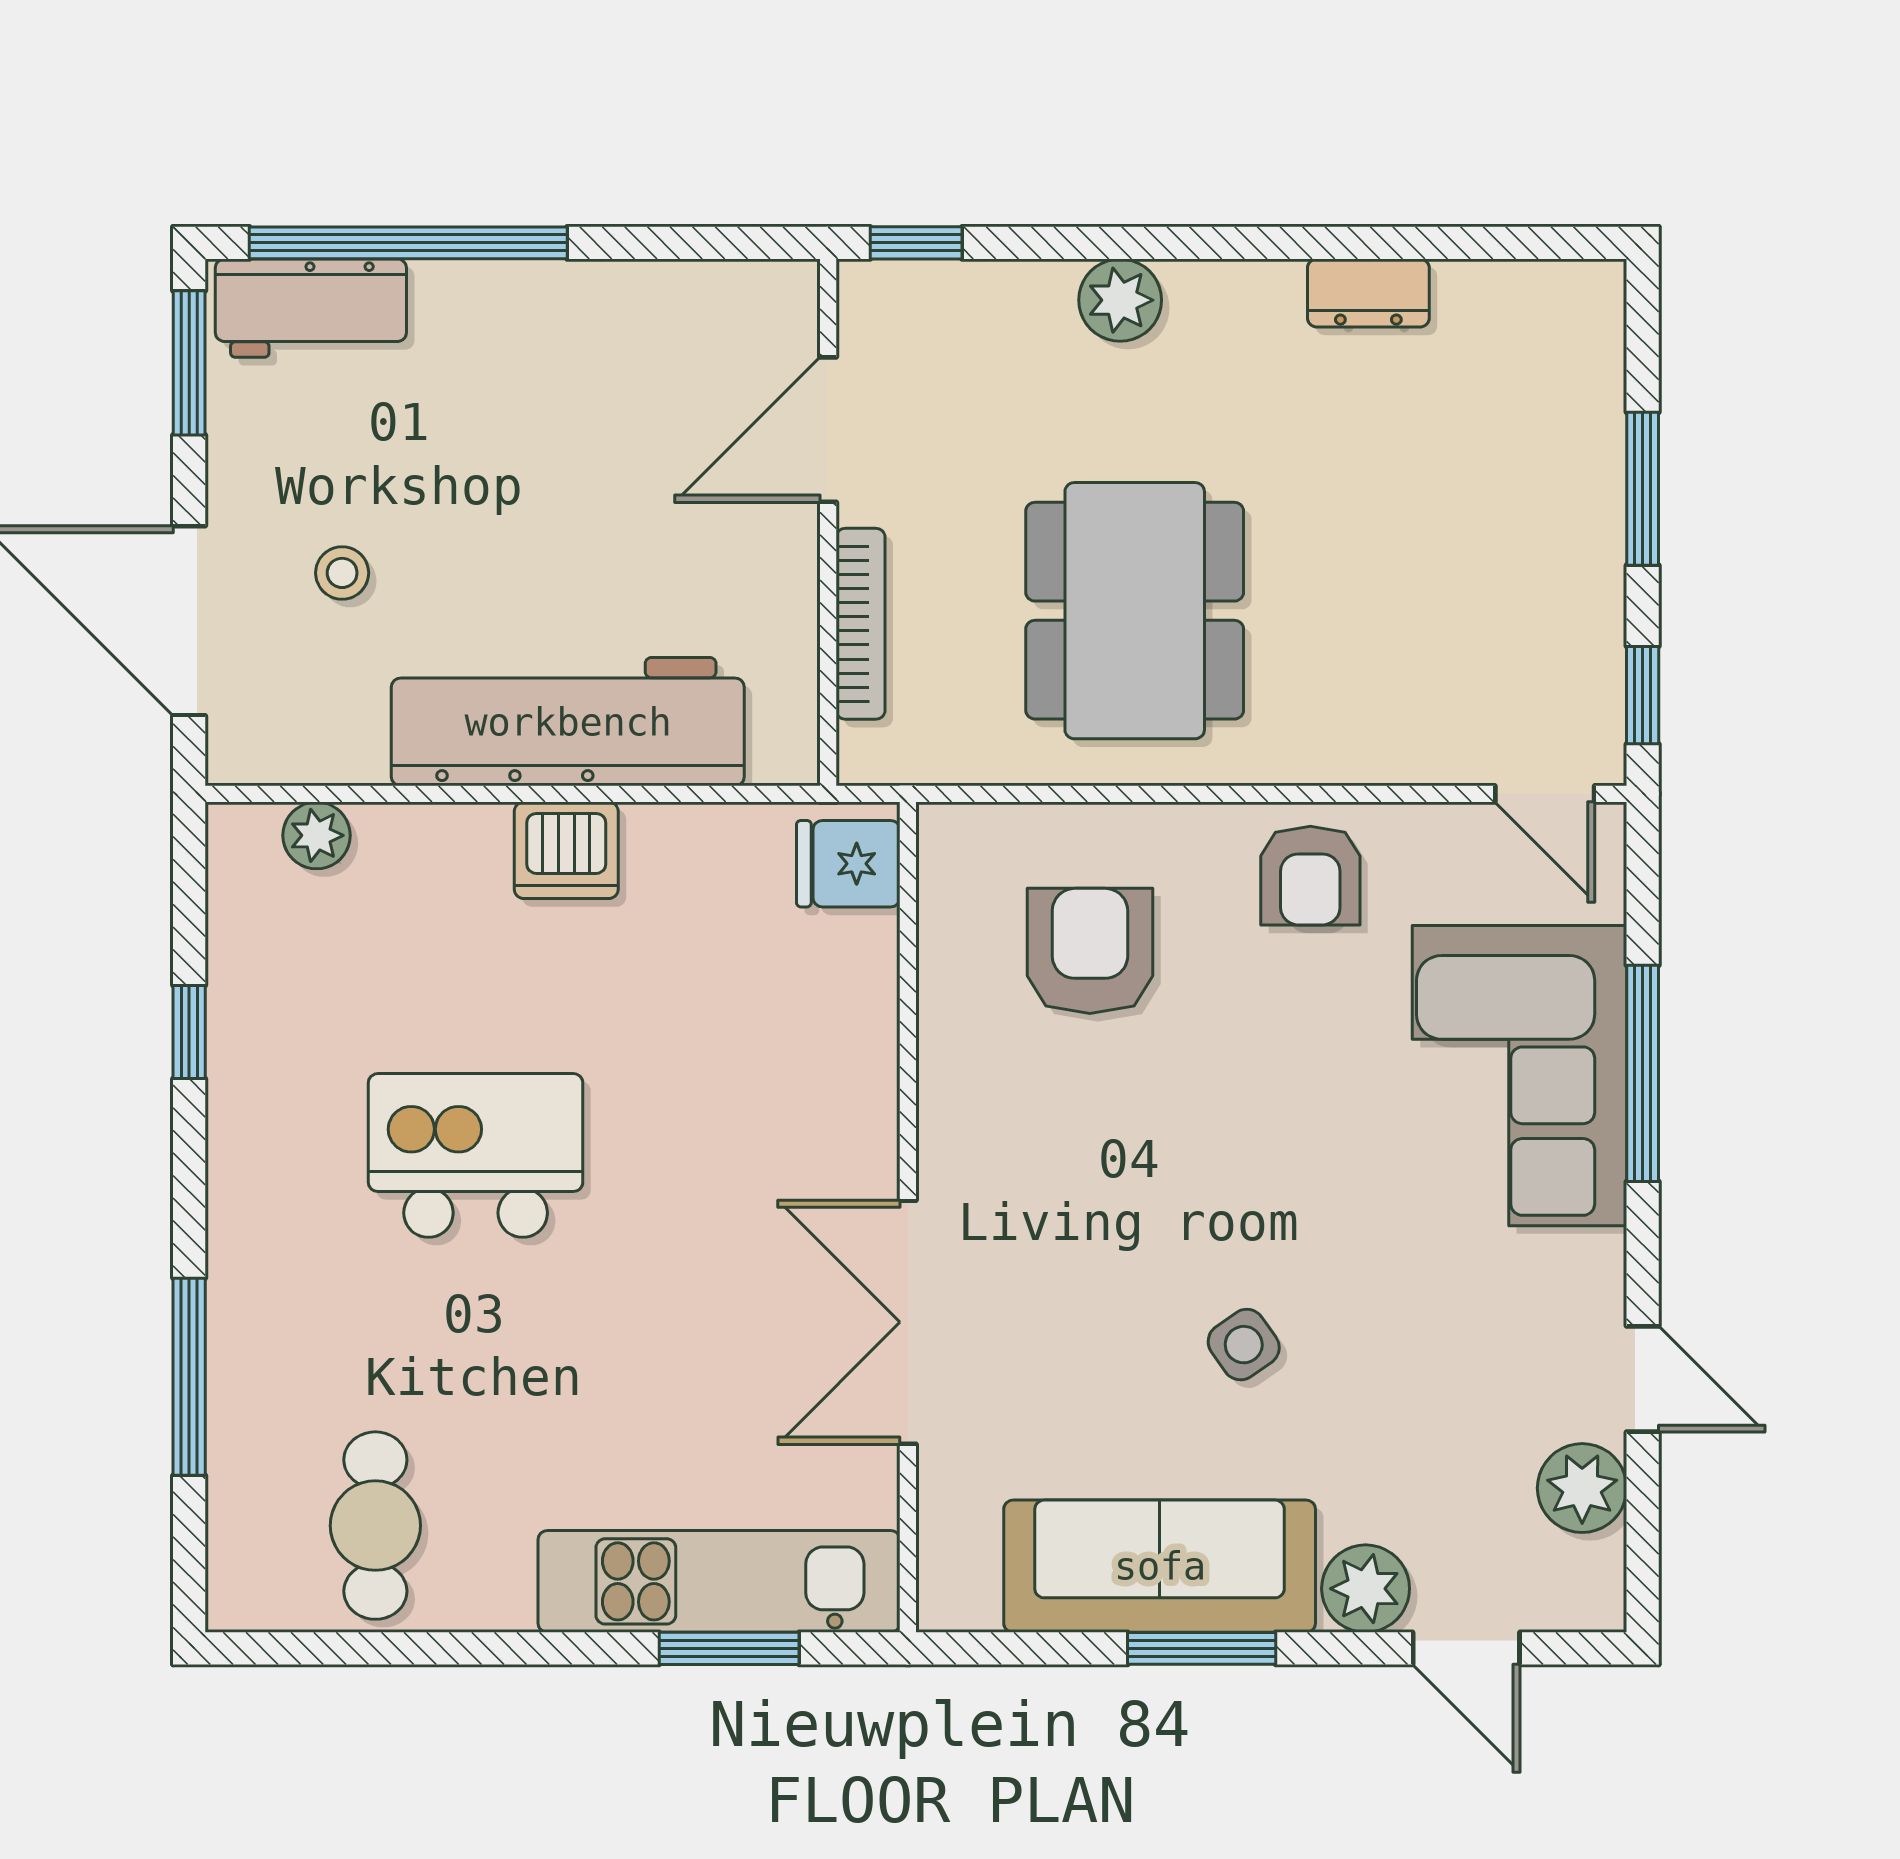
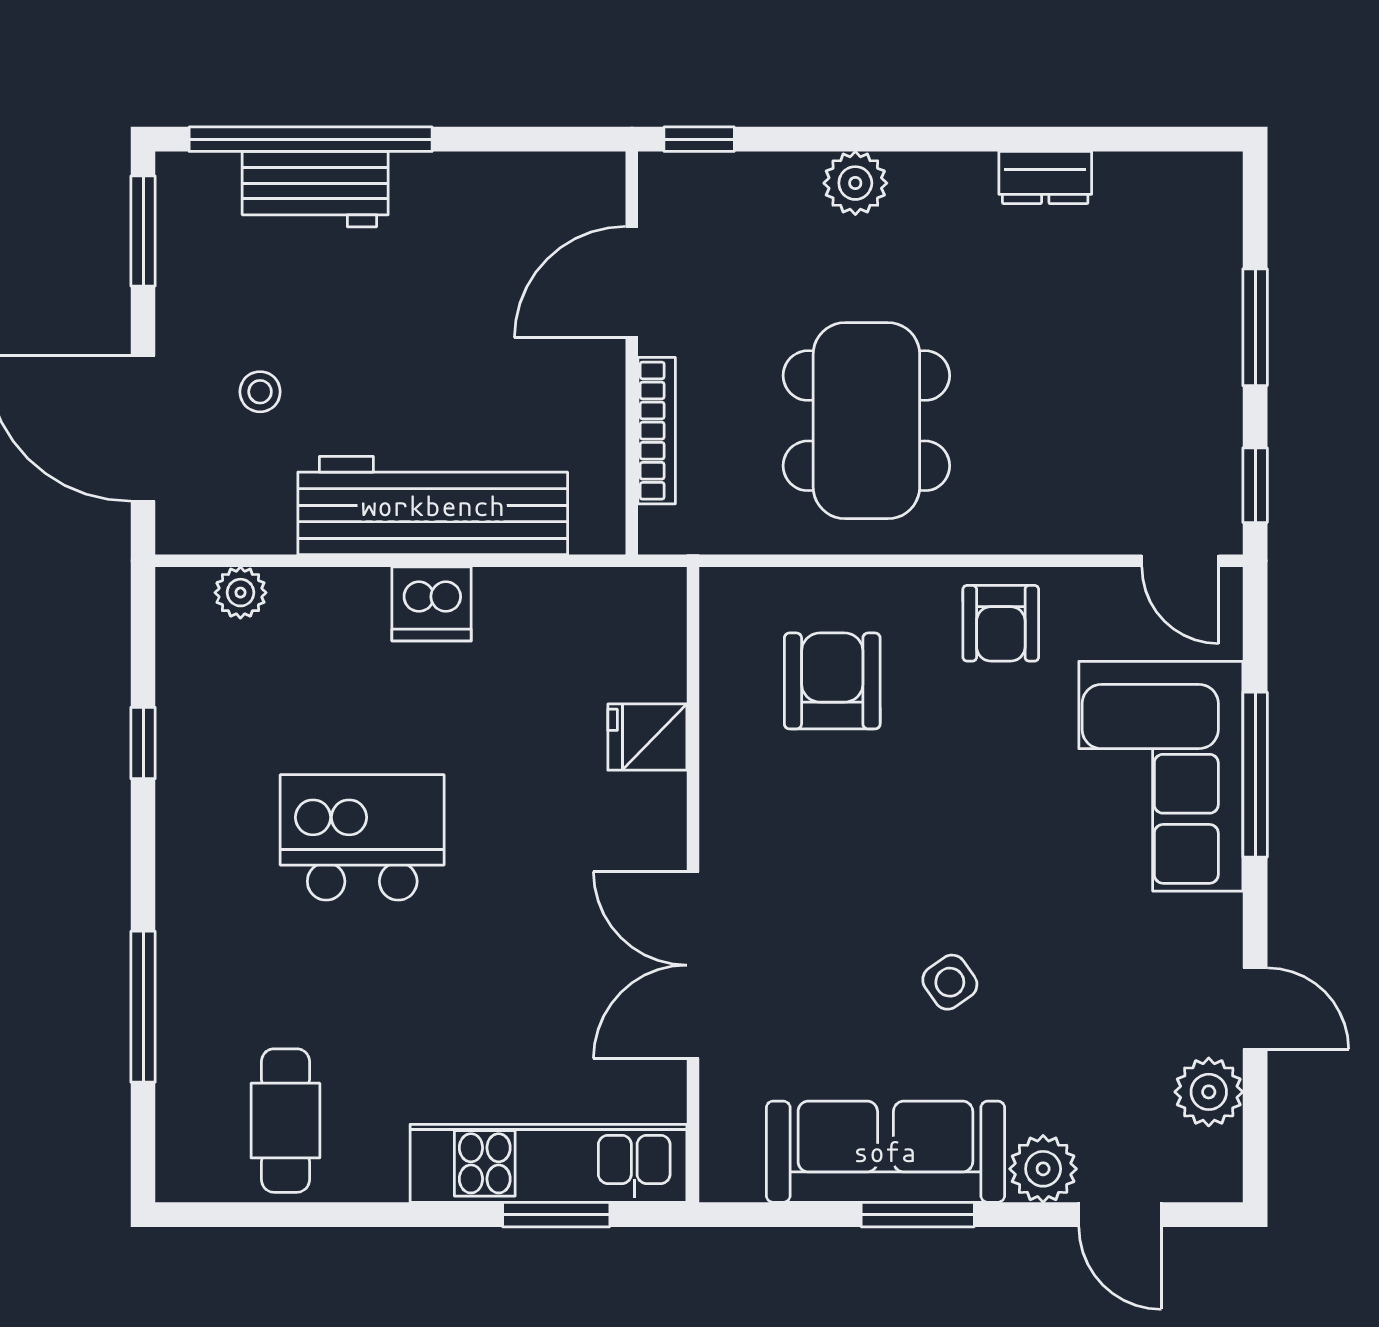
workbench: (311, 308) -> (315, 189), moved
fridge: (848, 864) -> (647, 737), moved

